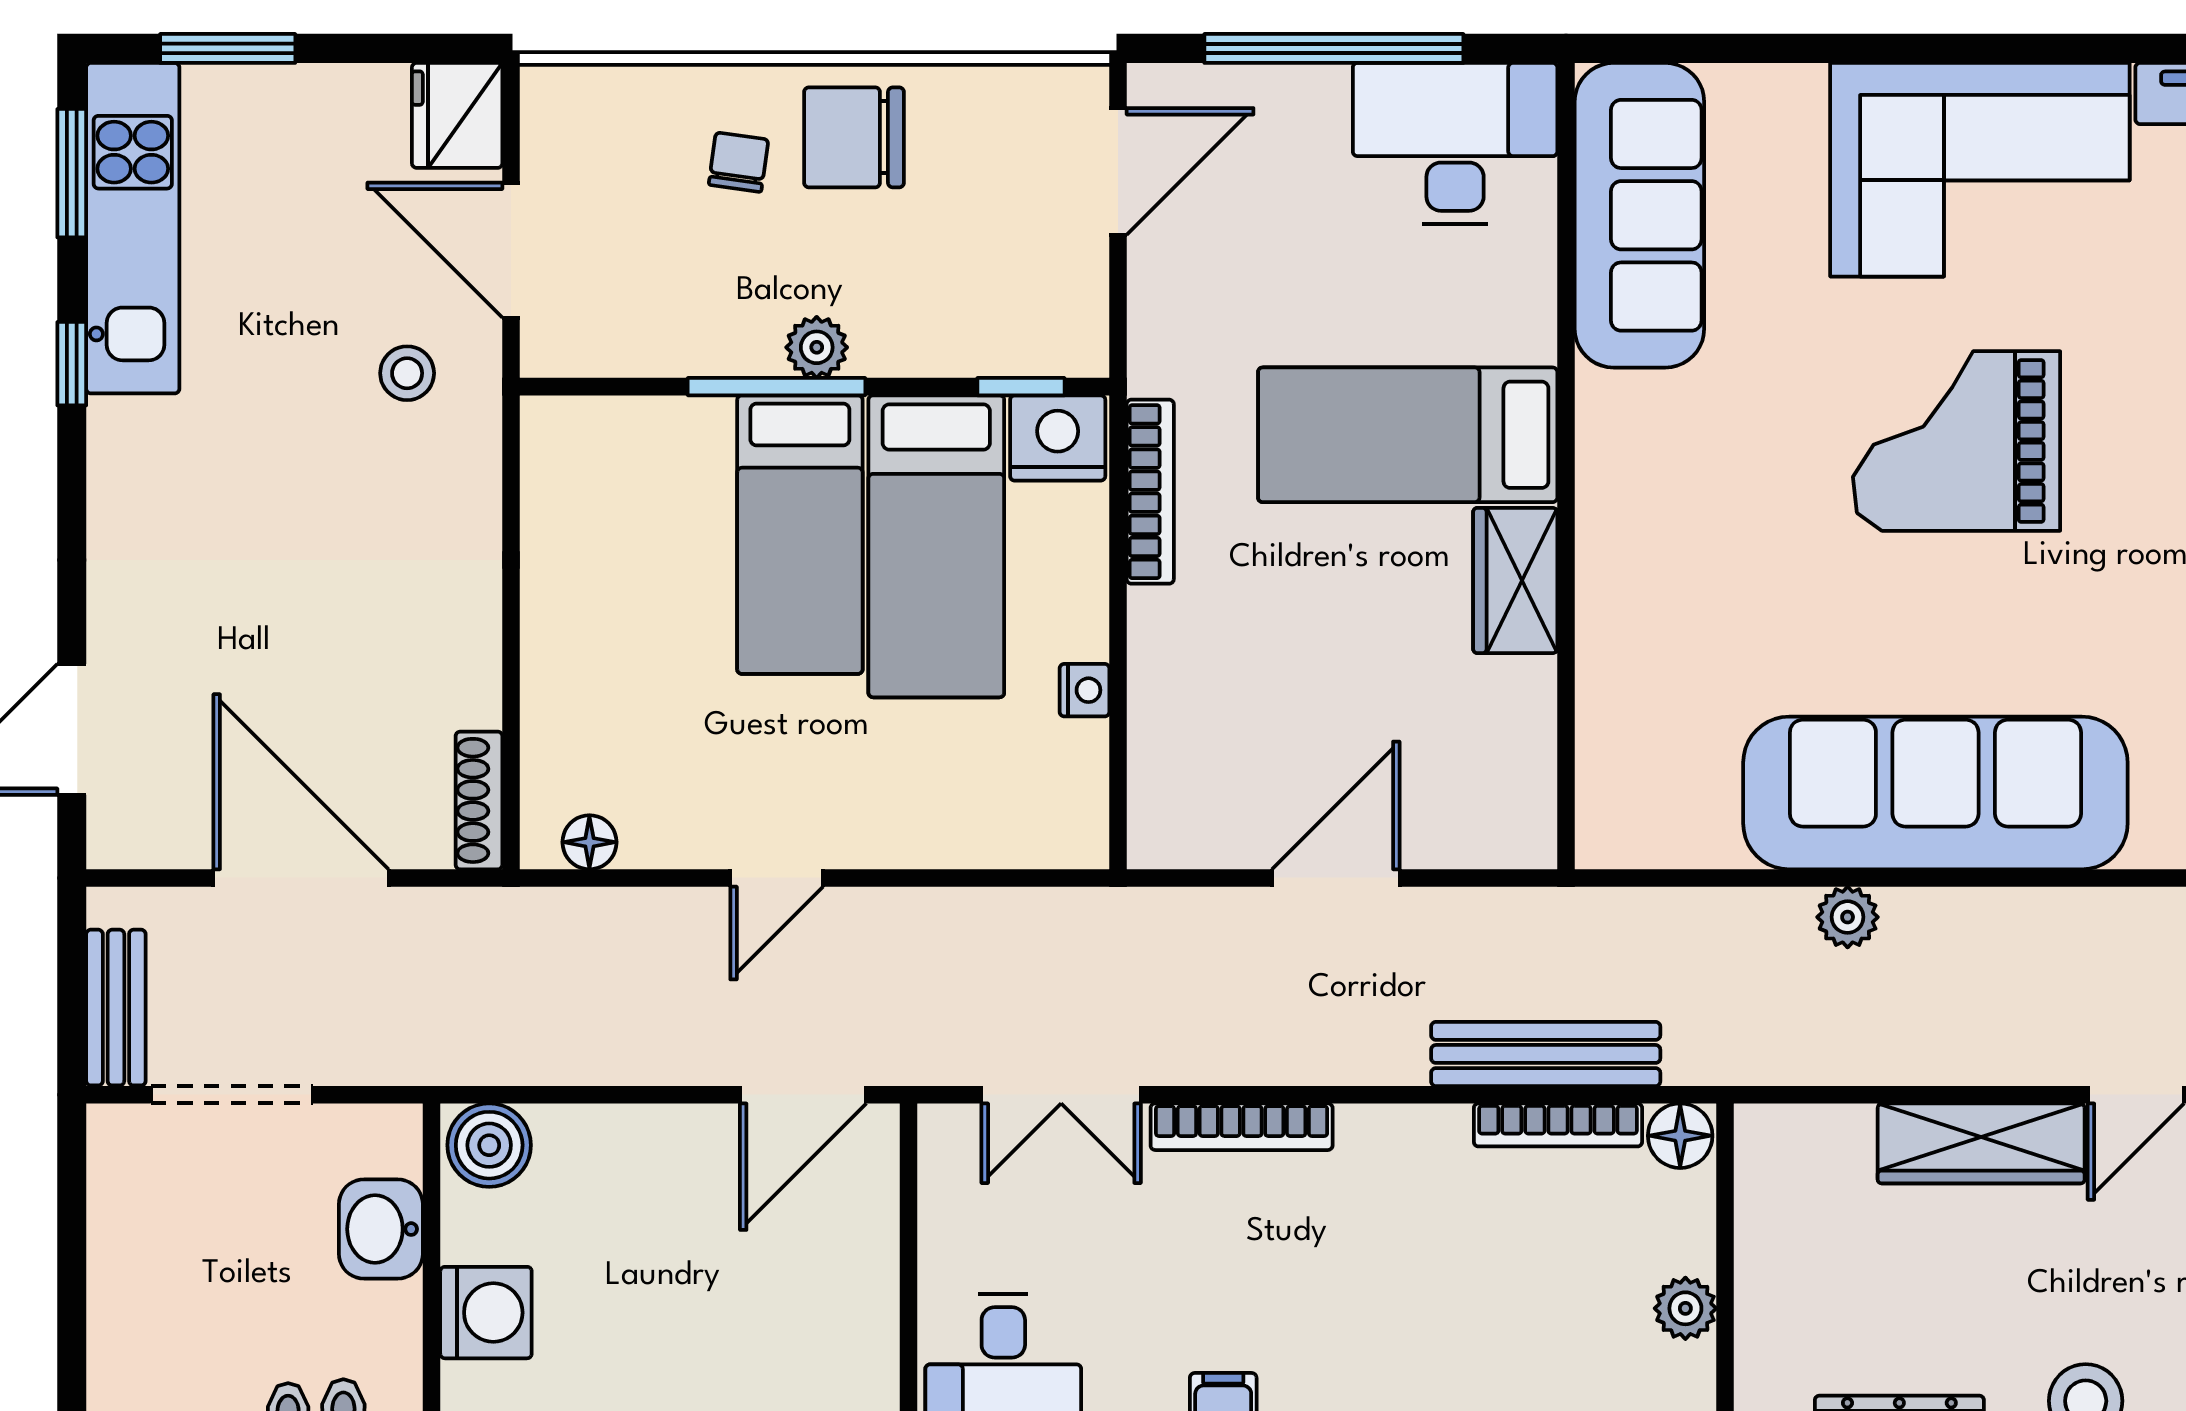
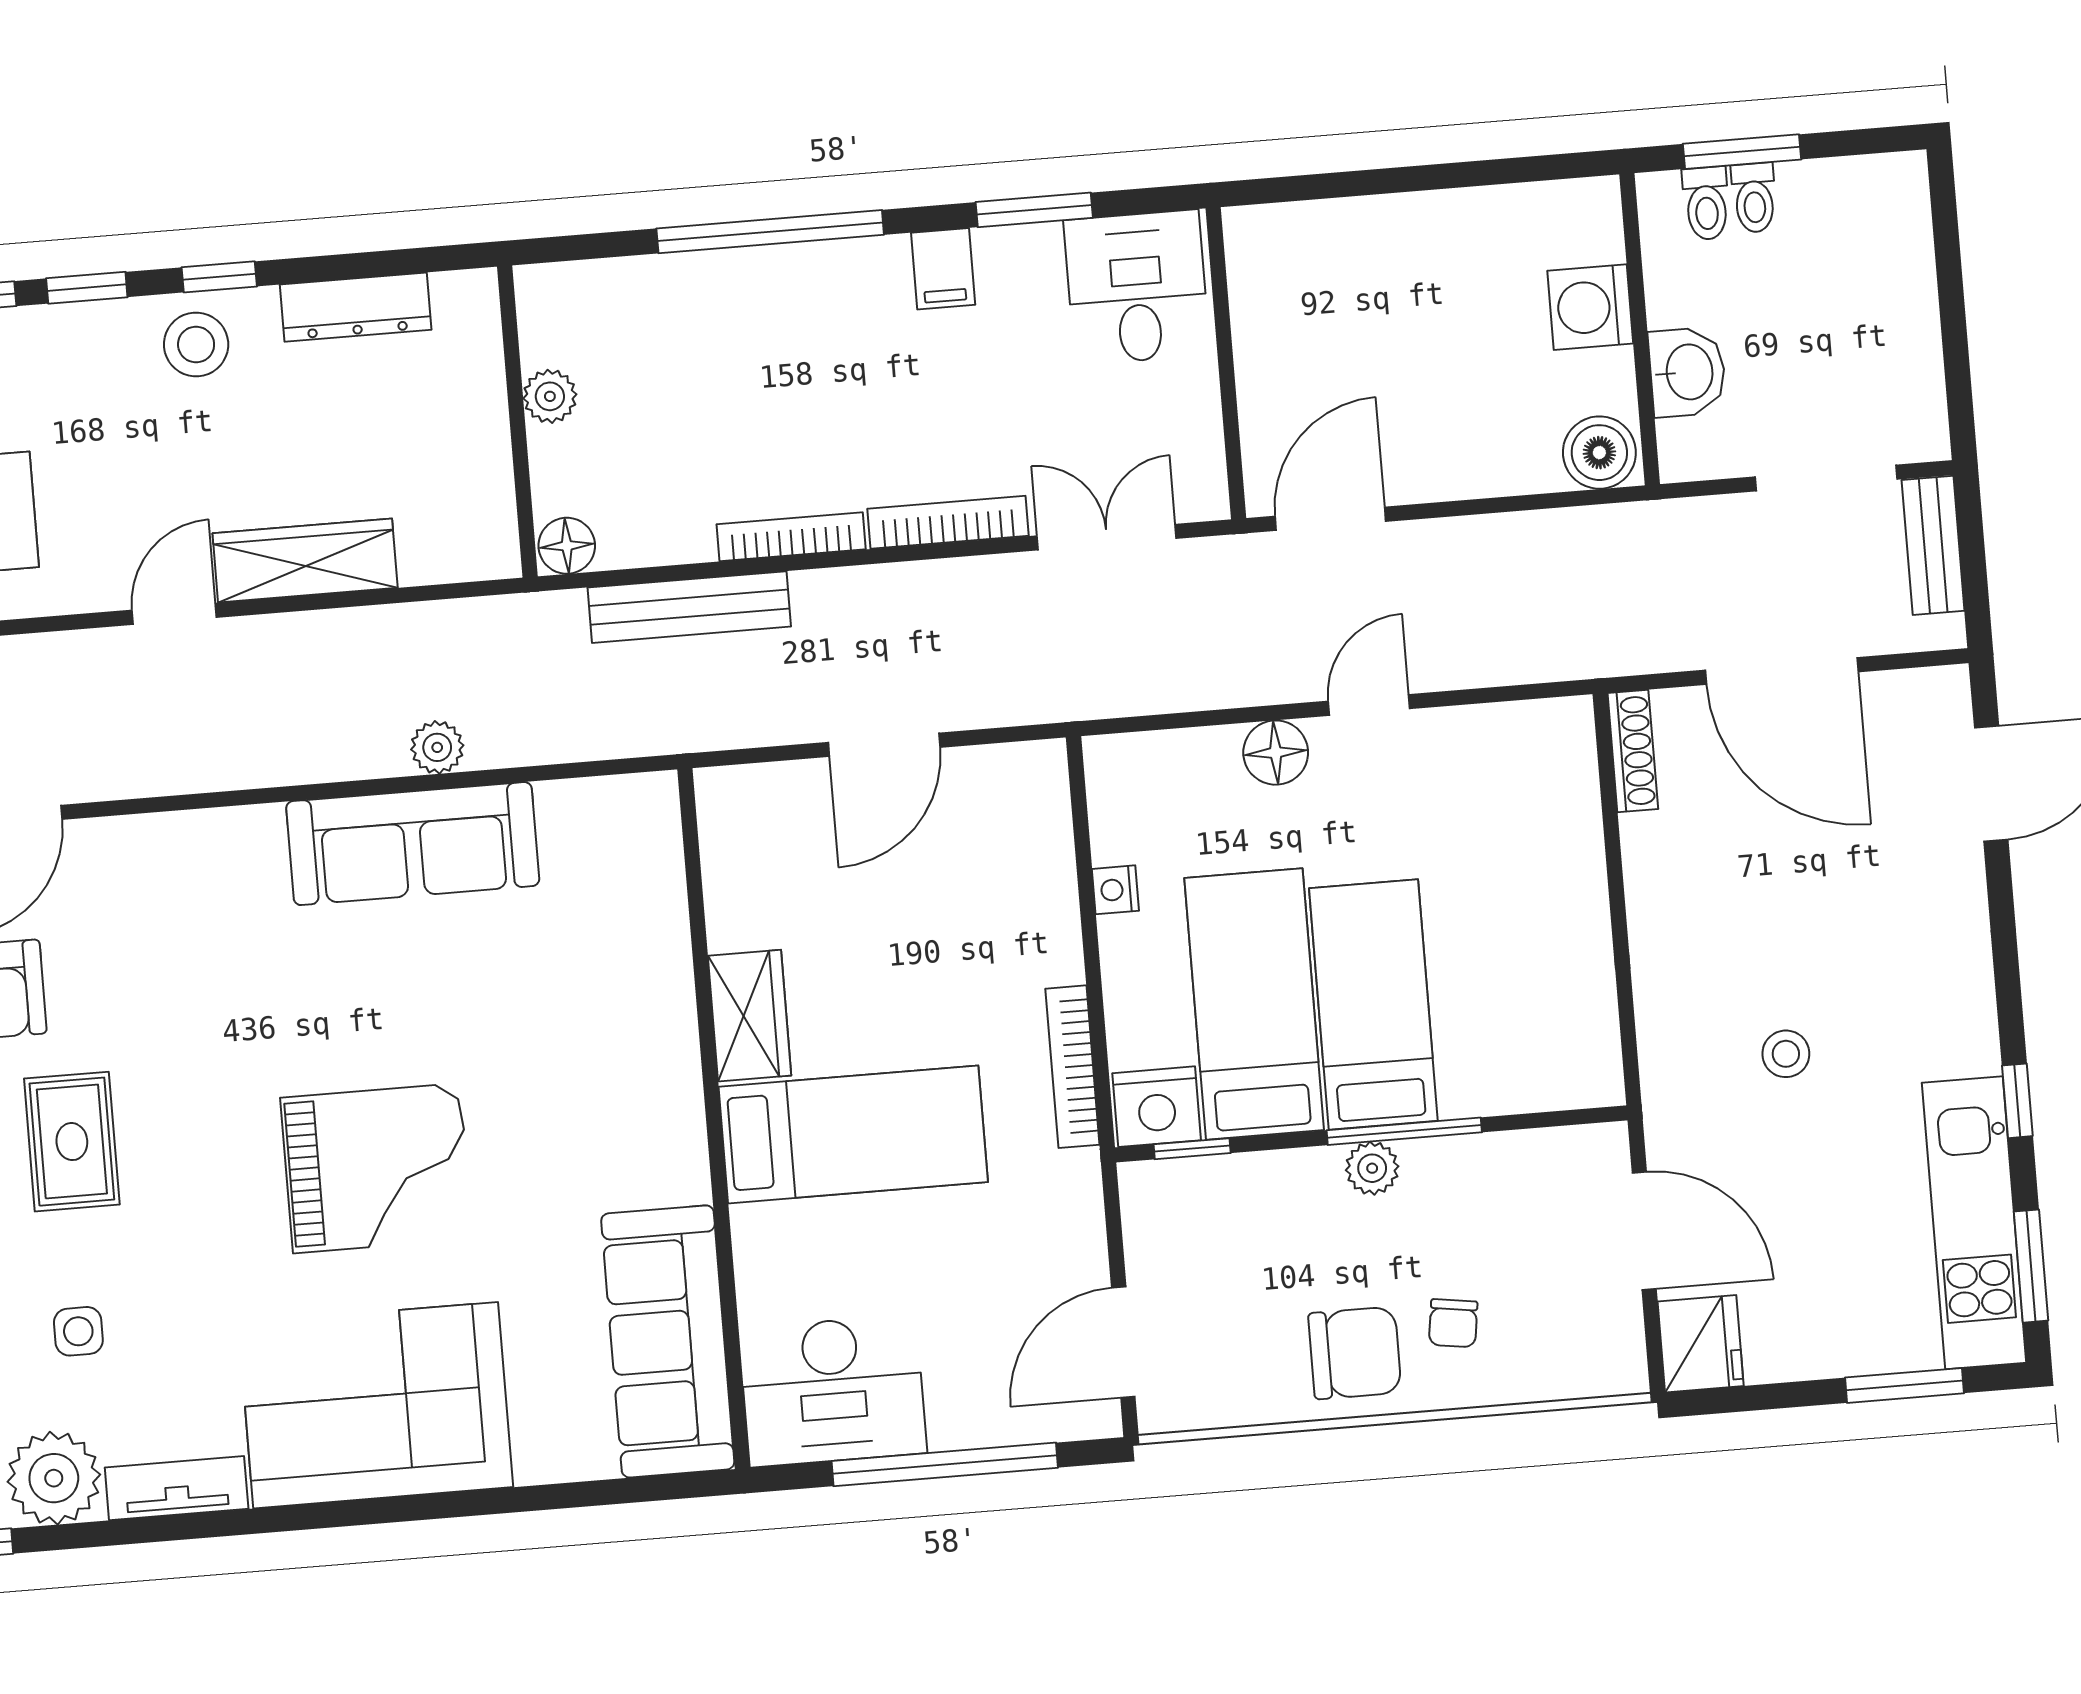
stool: (407, 373) -> (1786, 1054), moved
sofa: (1935, 793) -> (413, 844), width x0.74, depth x0.79
floor lamp: (589, 842) -> (1276, 753), moved, width x1.37, depth x1.37
bookcase: (1558, 1125) -> (791, 537), moved

